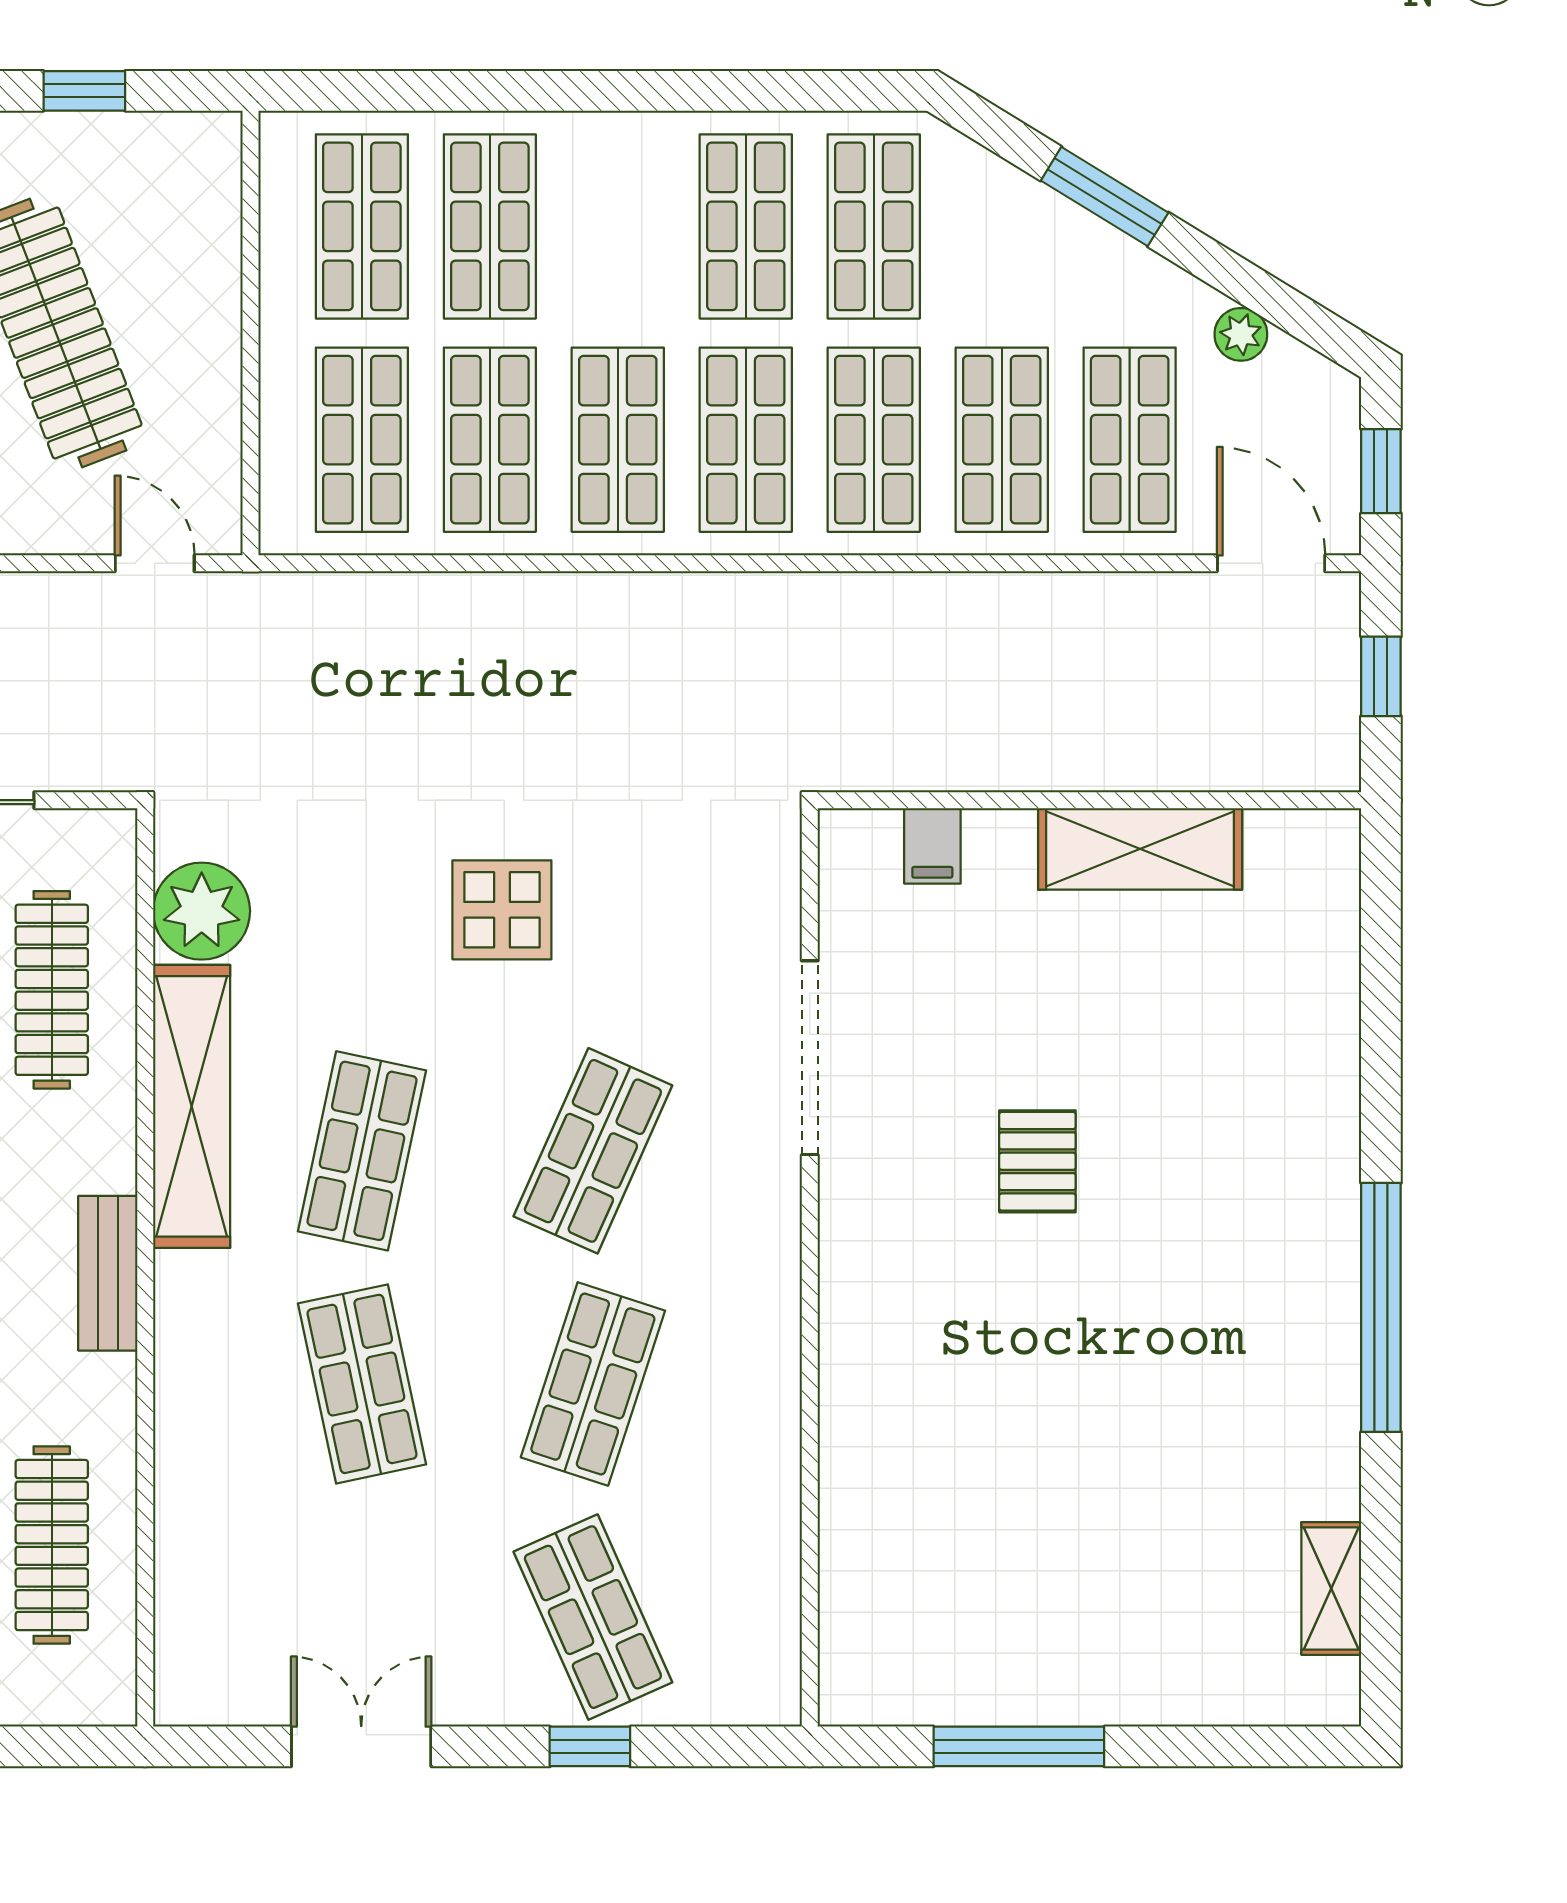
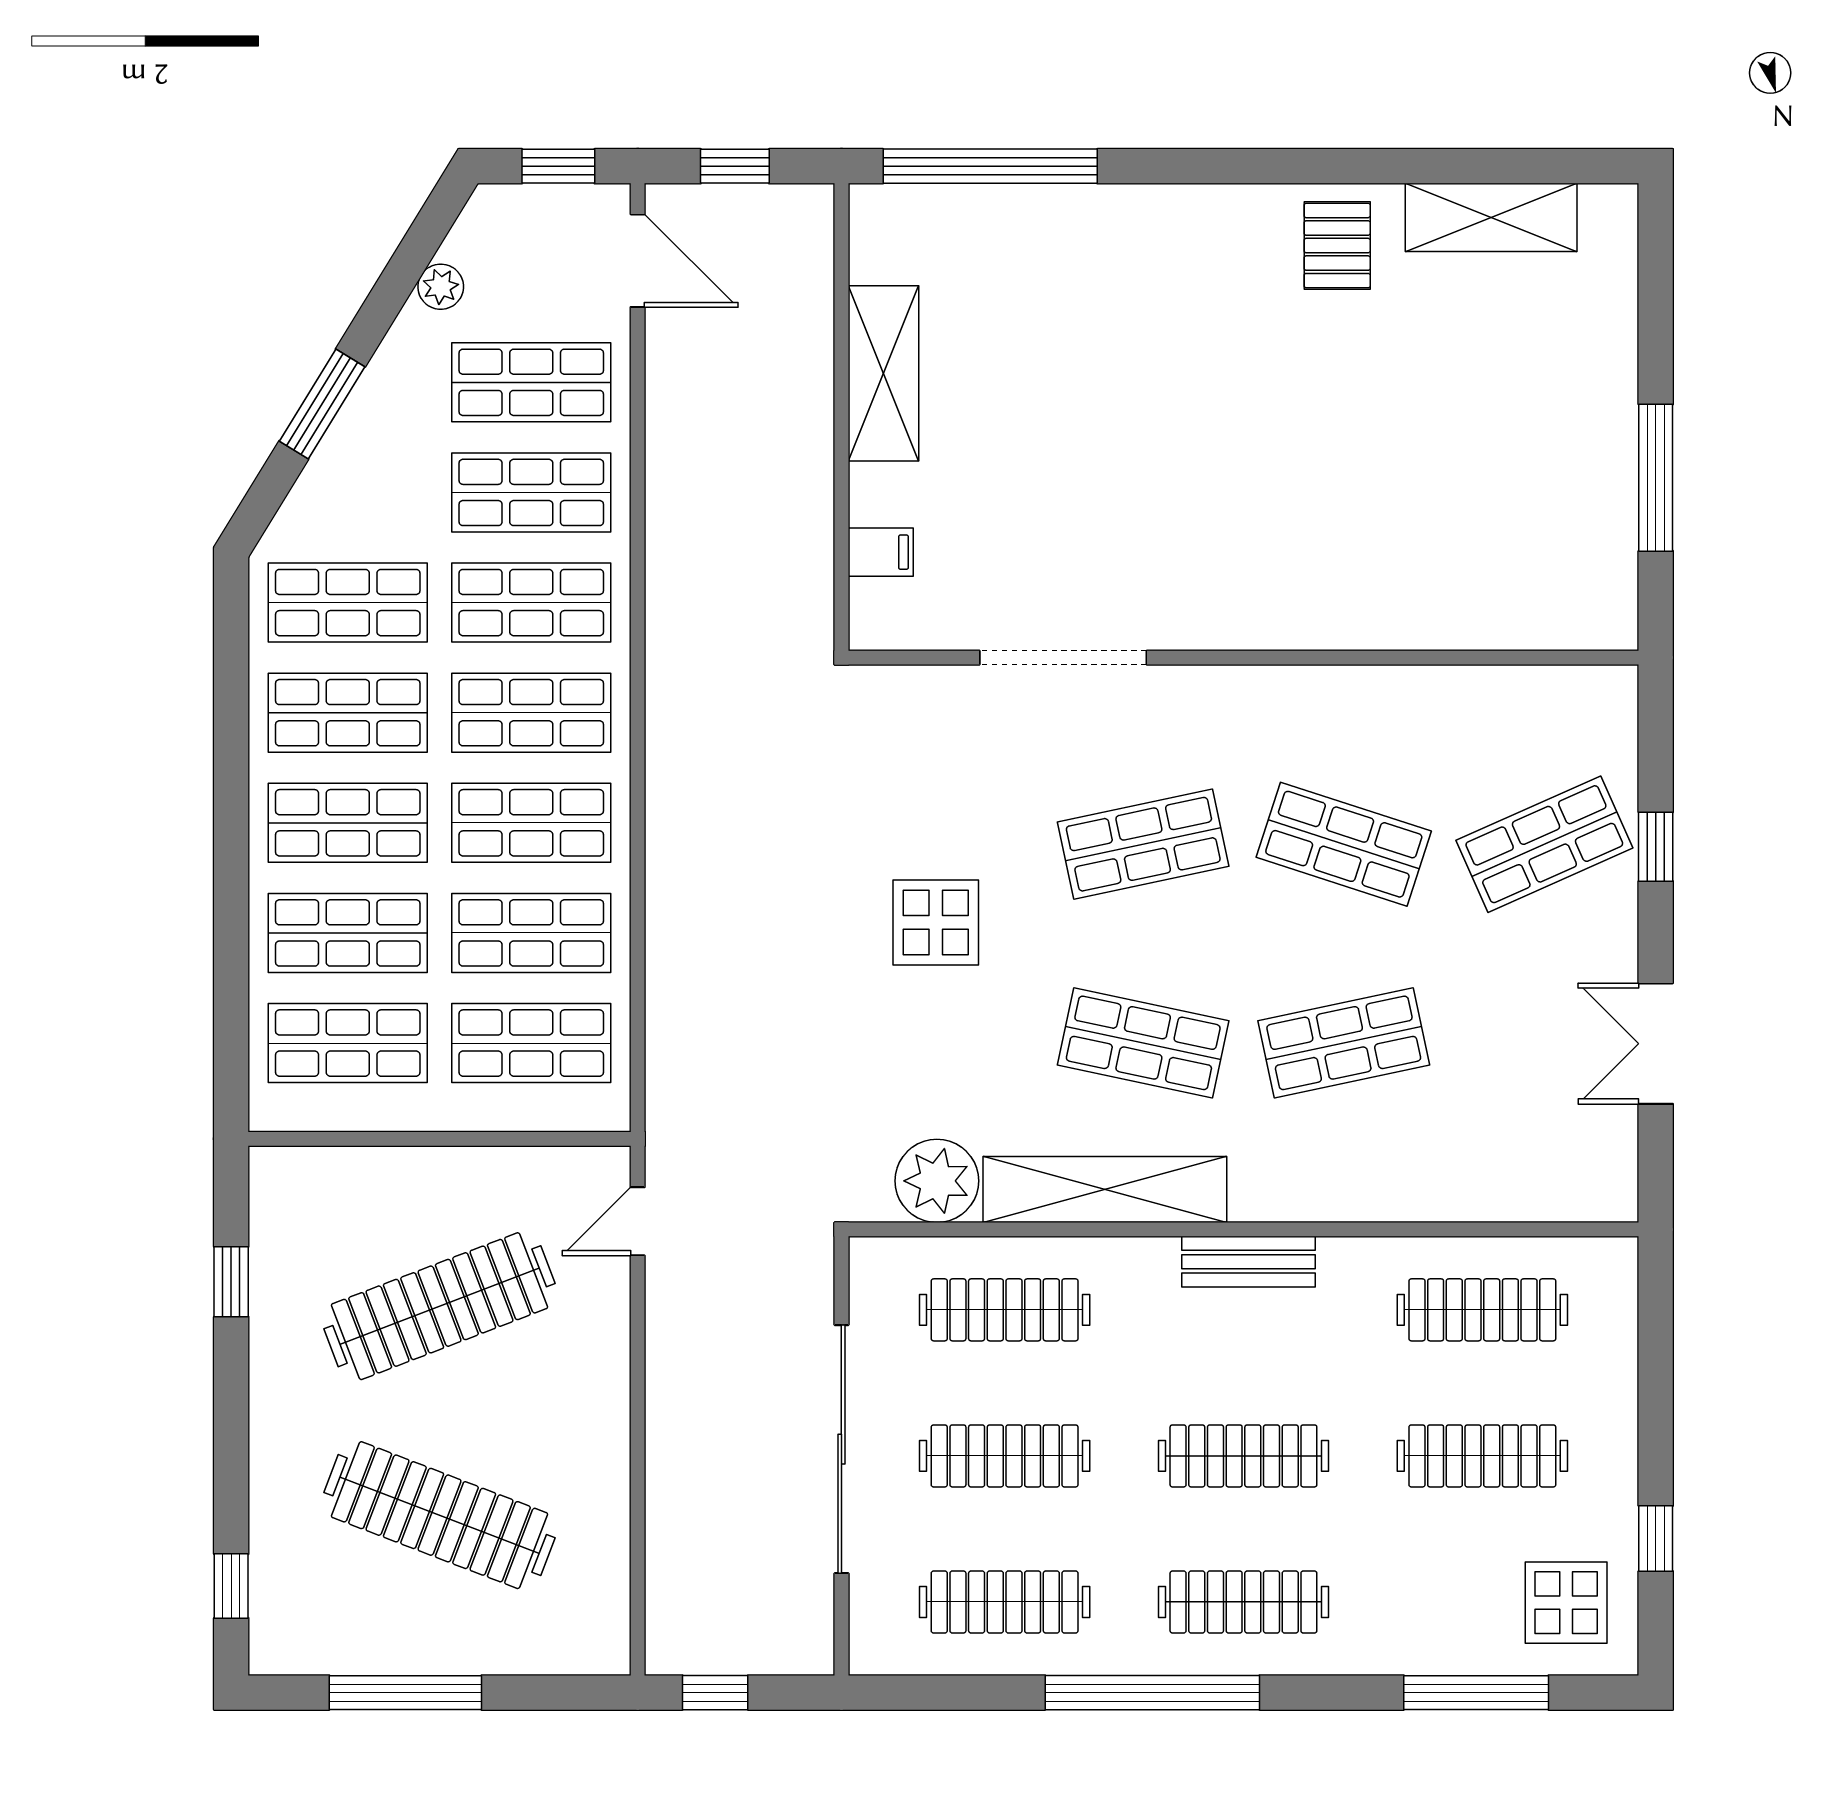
shop shelf: (618, 226) -> (348, 823), added
door: (1271, 563) -> (638, 261), swing flipped
shop shelf: (593, 1151) -> (1143, 844), turned -36
pallet: (1037, 1161) -> (1337, 246), moved, turned 90
window: (1381, 1307) -> (990, 166), moved
shelving: (1331, 1588) -> (1491, 217), width x1.50, depth x1.33

